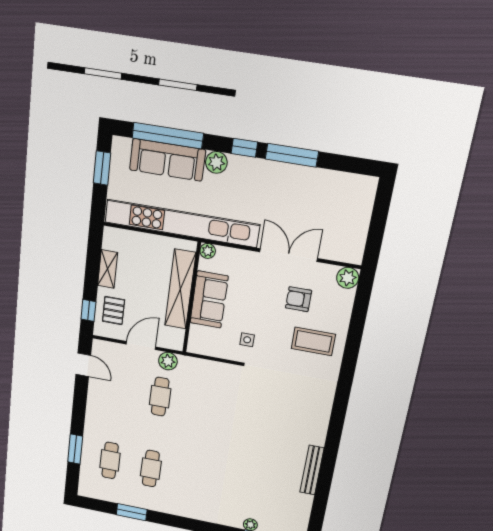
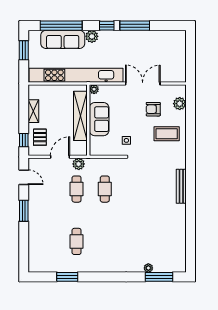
plant: (348, 278) -> (180, 104), moved
window: (75, 449) -> (24, 211), moved
cafe table: (110, 460) -> (105, 189), moved
bench: (312, 470) -> (181, 186), moved

